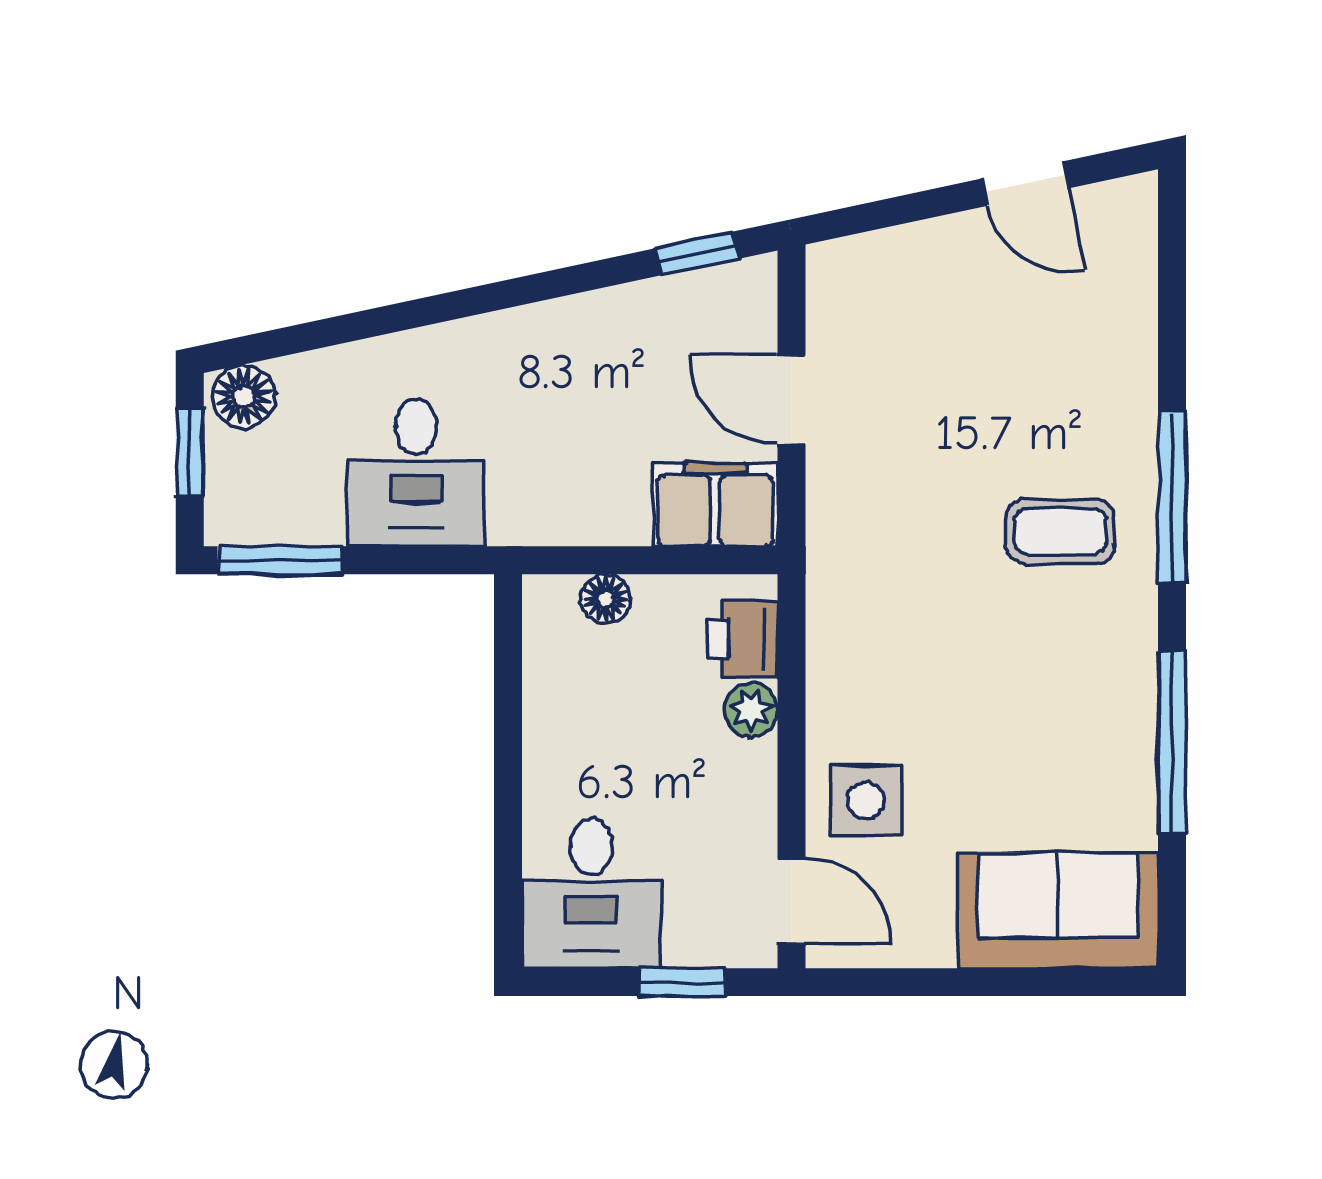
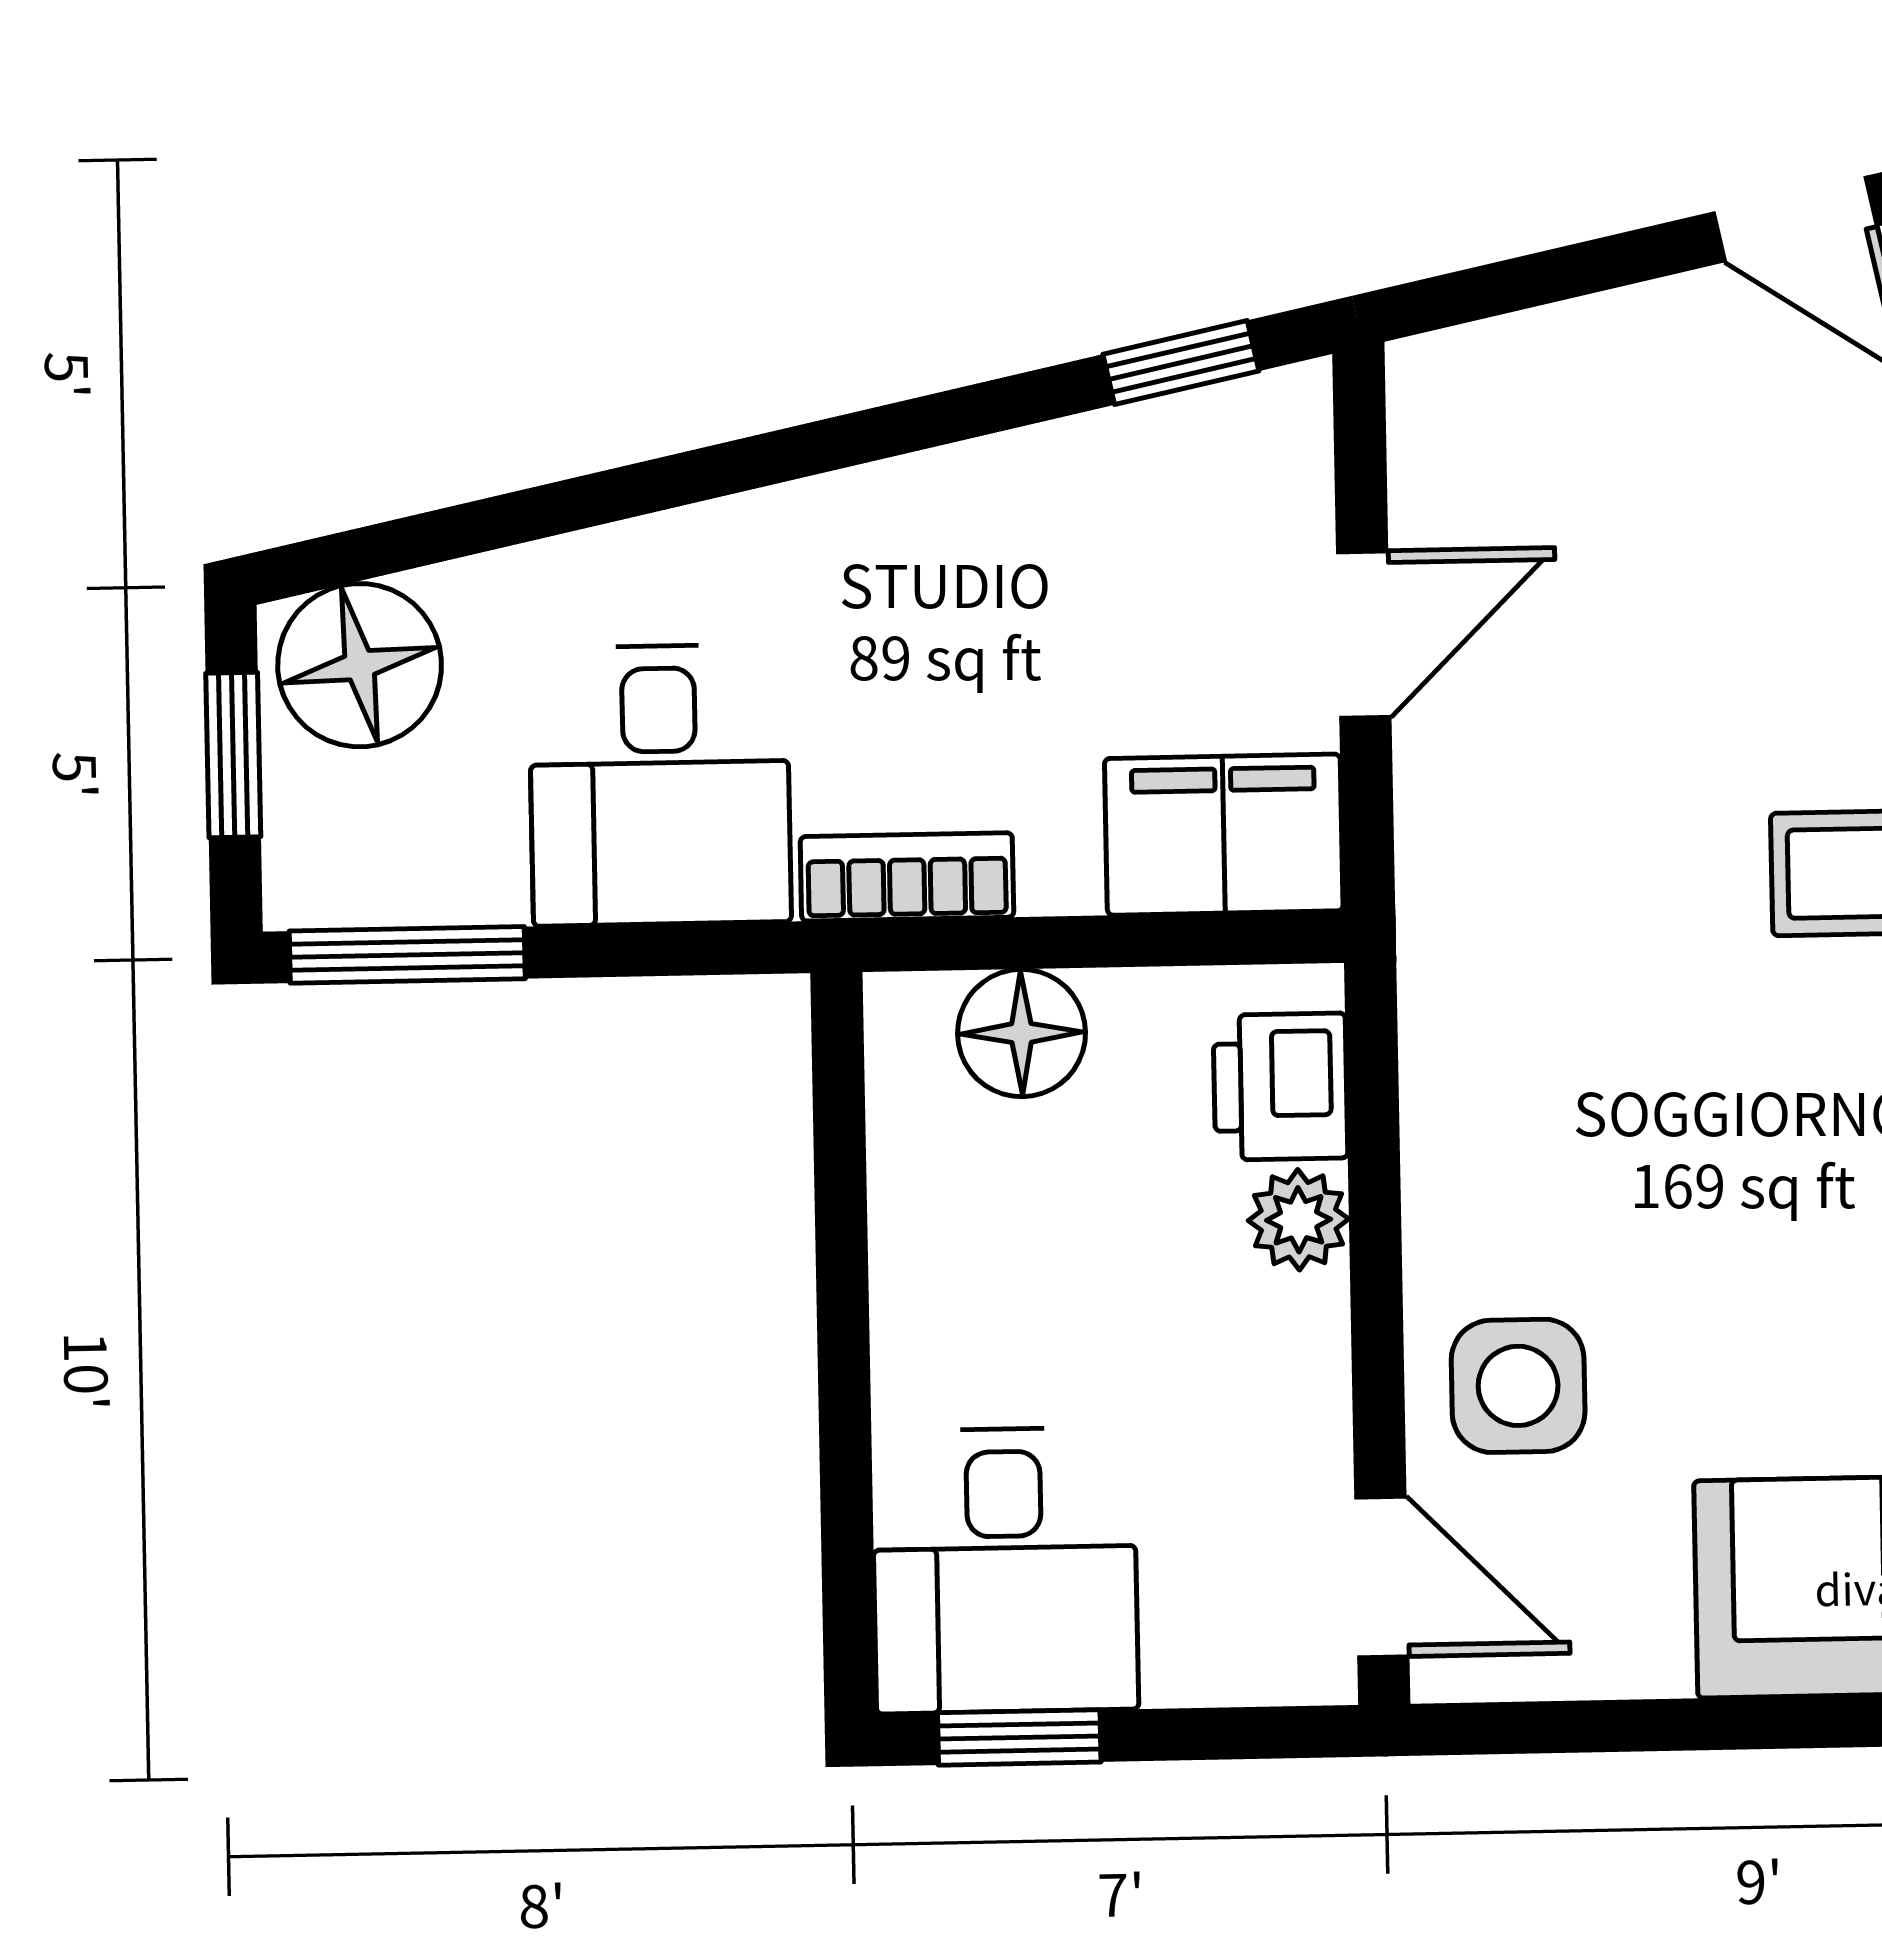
floor lamp: (244, 397) -> (360, 665), width x1.38, depth x1.38
door: (792, 400) -> (1364, 635), swing flipped
bookcase: (546, 524) -> (907, 877), added
floor lamp: (606, 599) -> (1022, 1033), width x1.37, depth x1.37
window: (682, 982) -> (1019, 1737), moved

